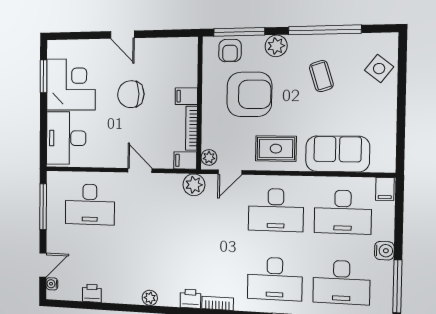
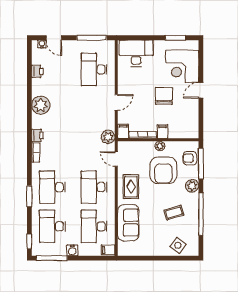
corner desk: (71, 85) -> (182, 66), moved, turned 90
plant: (209, 157) -> (160, 146), moved
plant: (150, 298) -> (41, 105), width x1.88, depth x1.88

